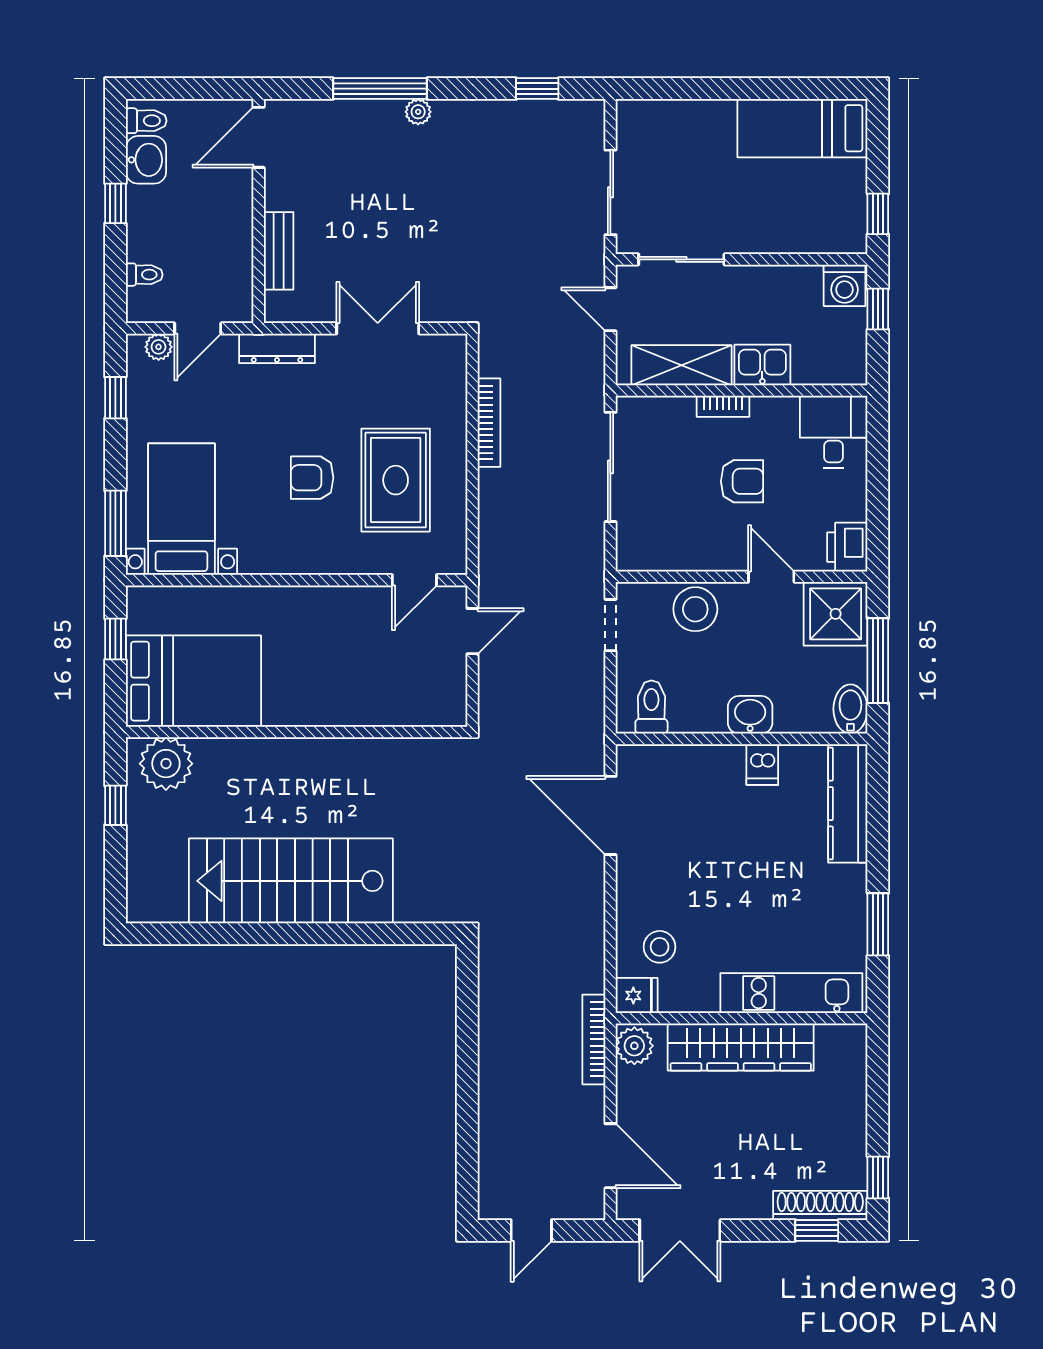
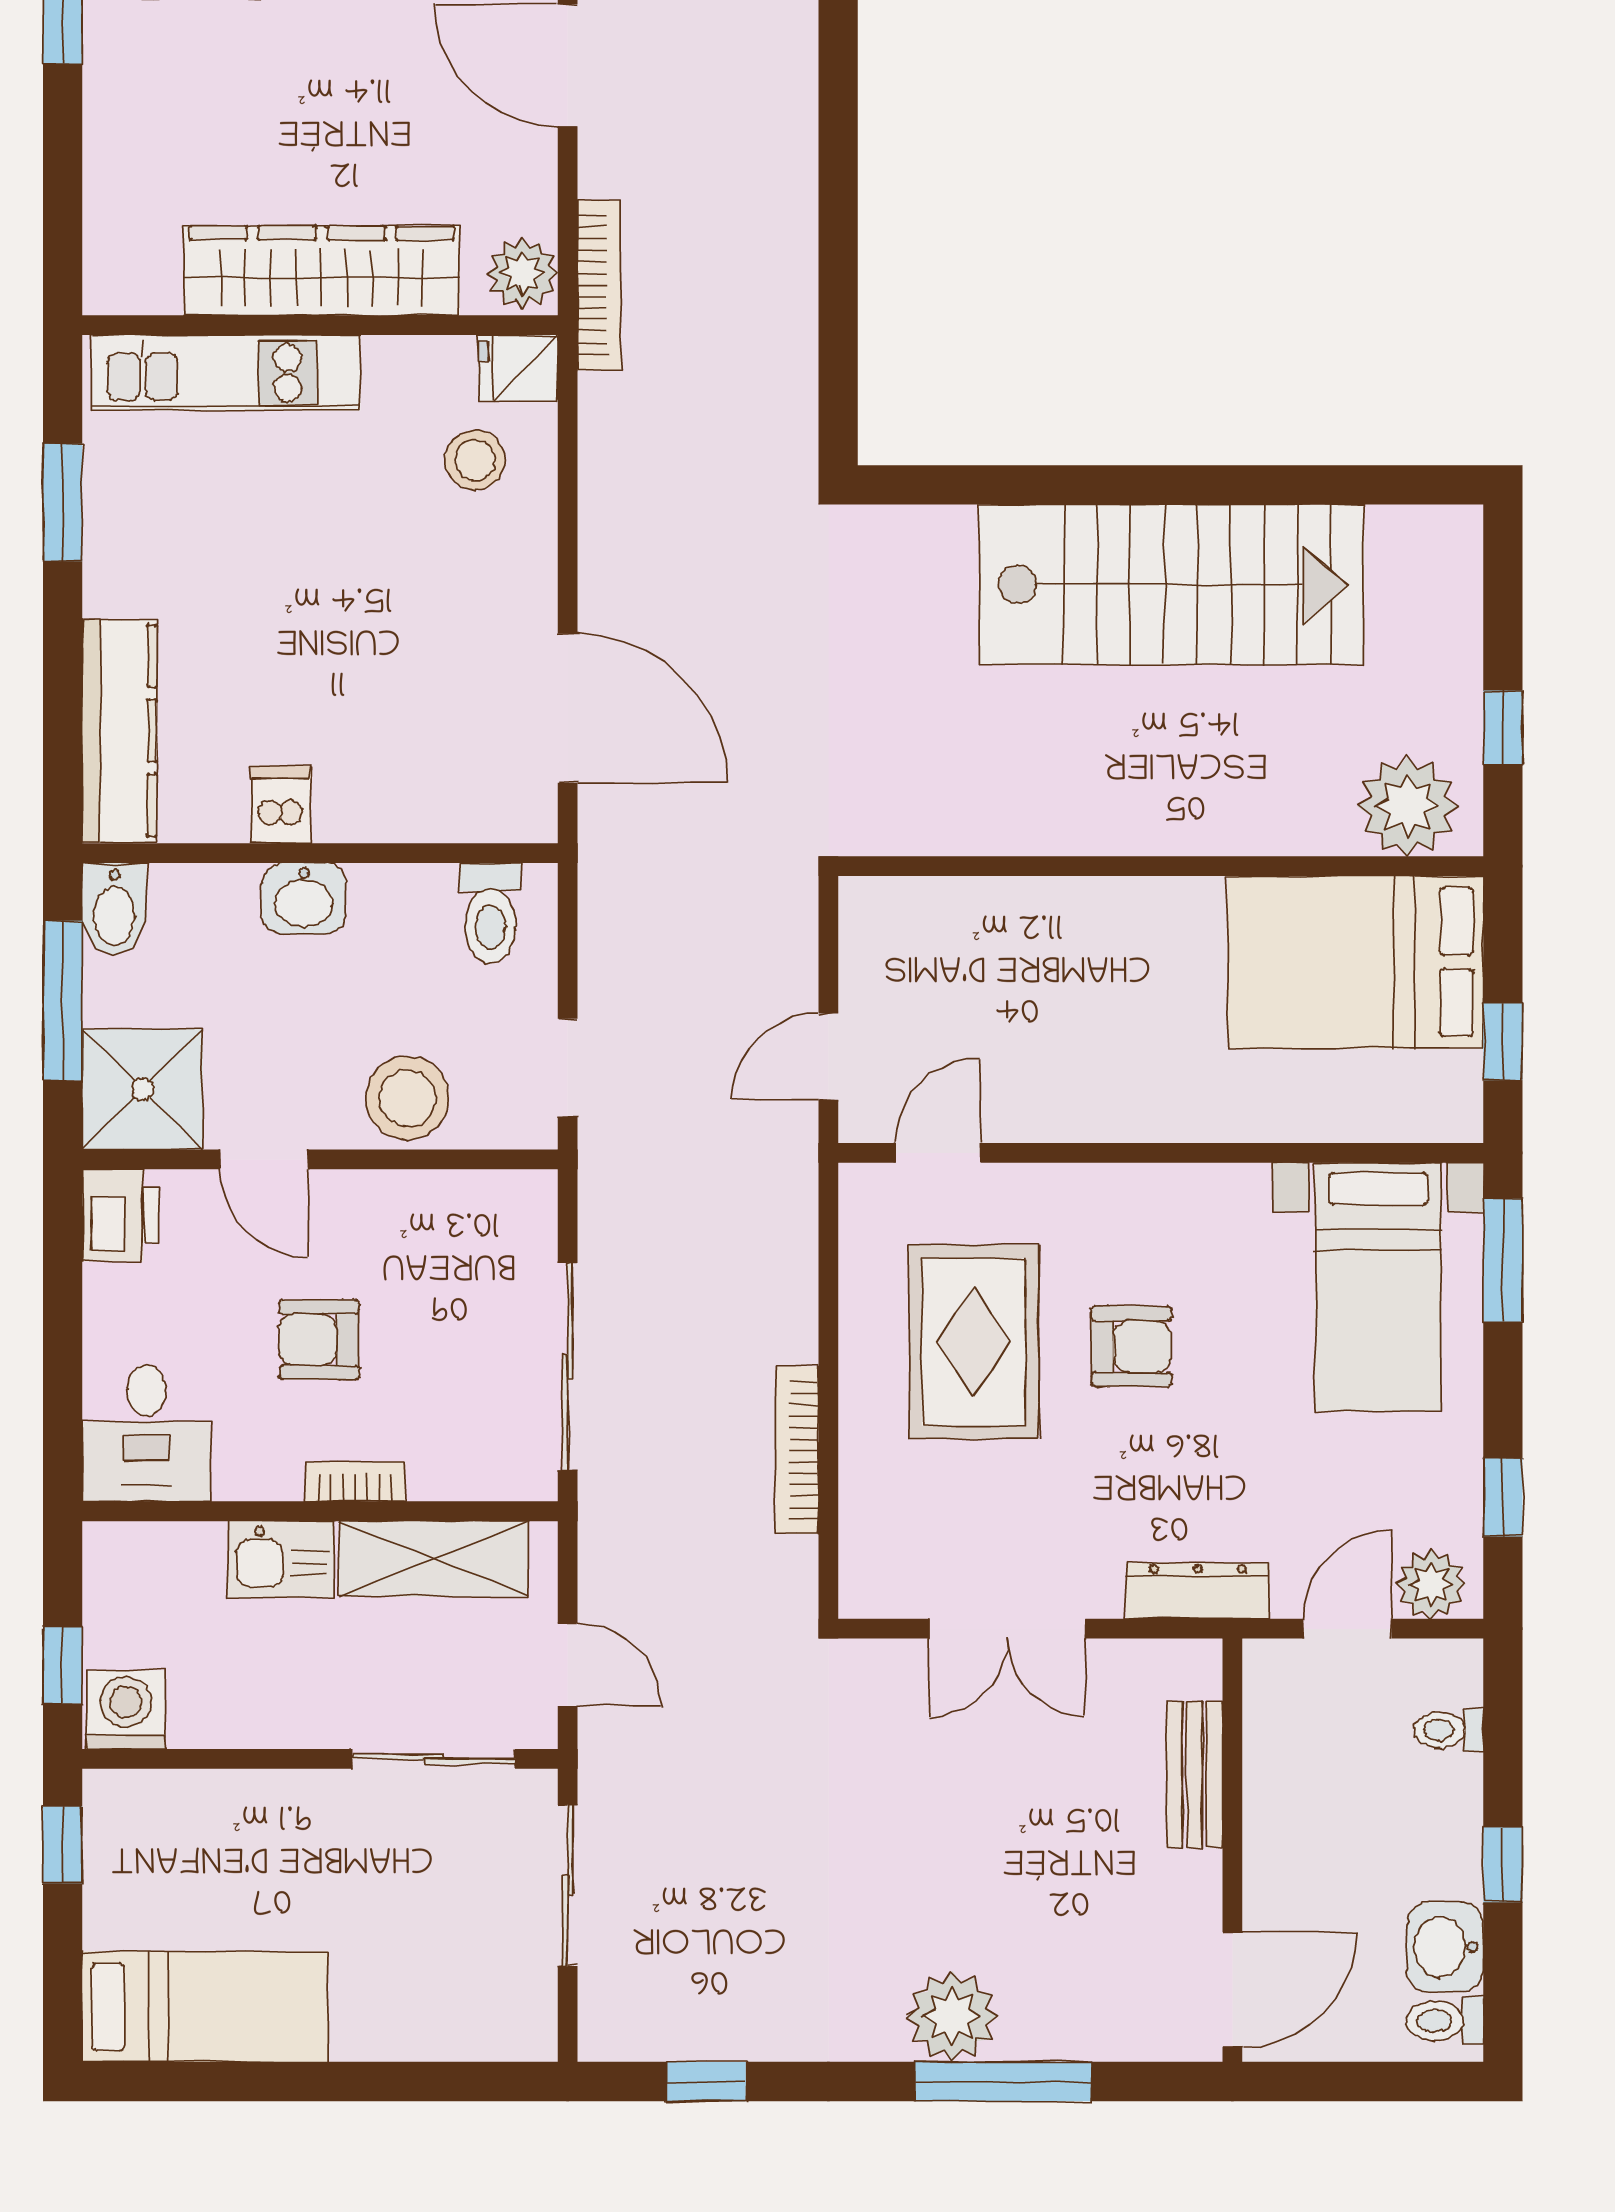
plant: (418, 112) -> (952, 2016), width x1.88, depth x1.88
plant: (159, 347) -> (1431, 1584), width x1.38, depth x1.38

